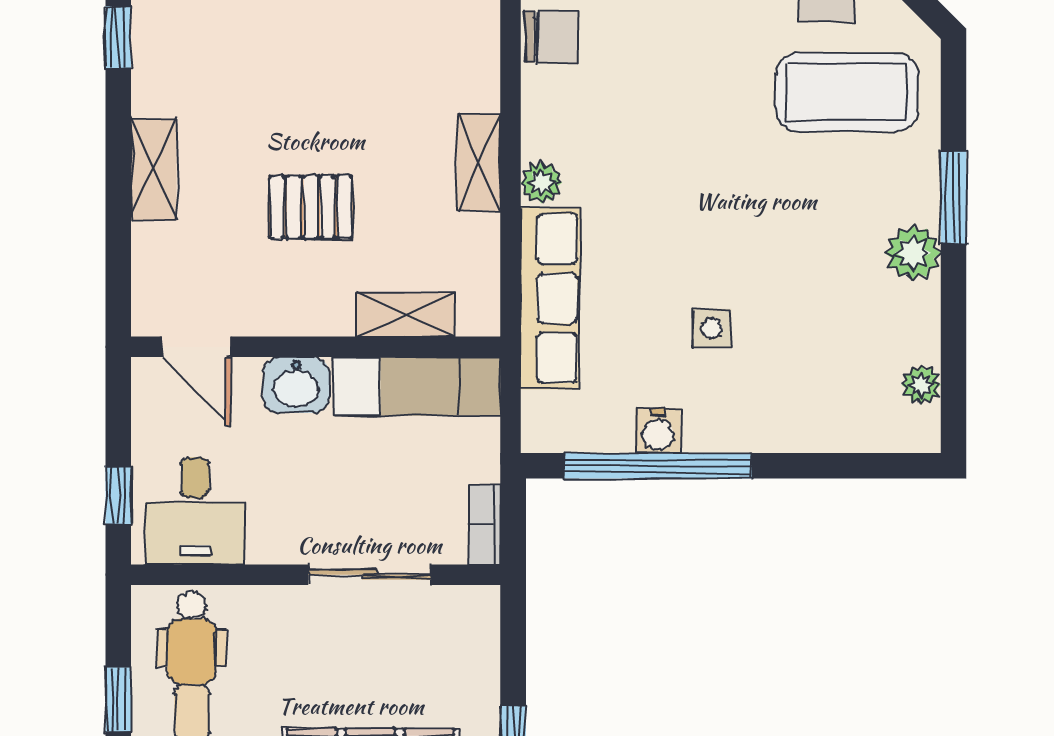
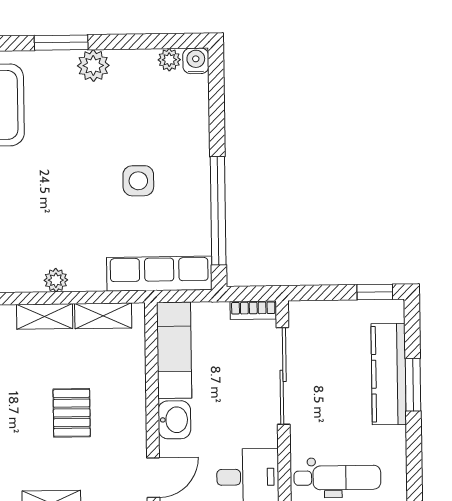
row of seats: (550, 298) -> (159, 274), moved
shelving: (405, 315) -> (103, 316), moved, turned 90
side table: (712, 328) -> (138, 181), width x1.37, depth x1.37
water cooler: (658, 431) -> (196, 61), moved, turned -90
sliding door: (370, 575) -> (283, 376), width x1.37

